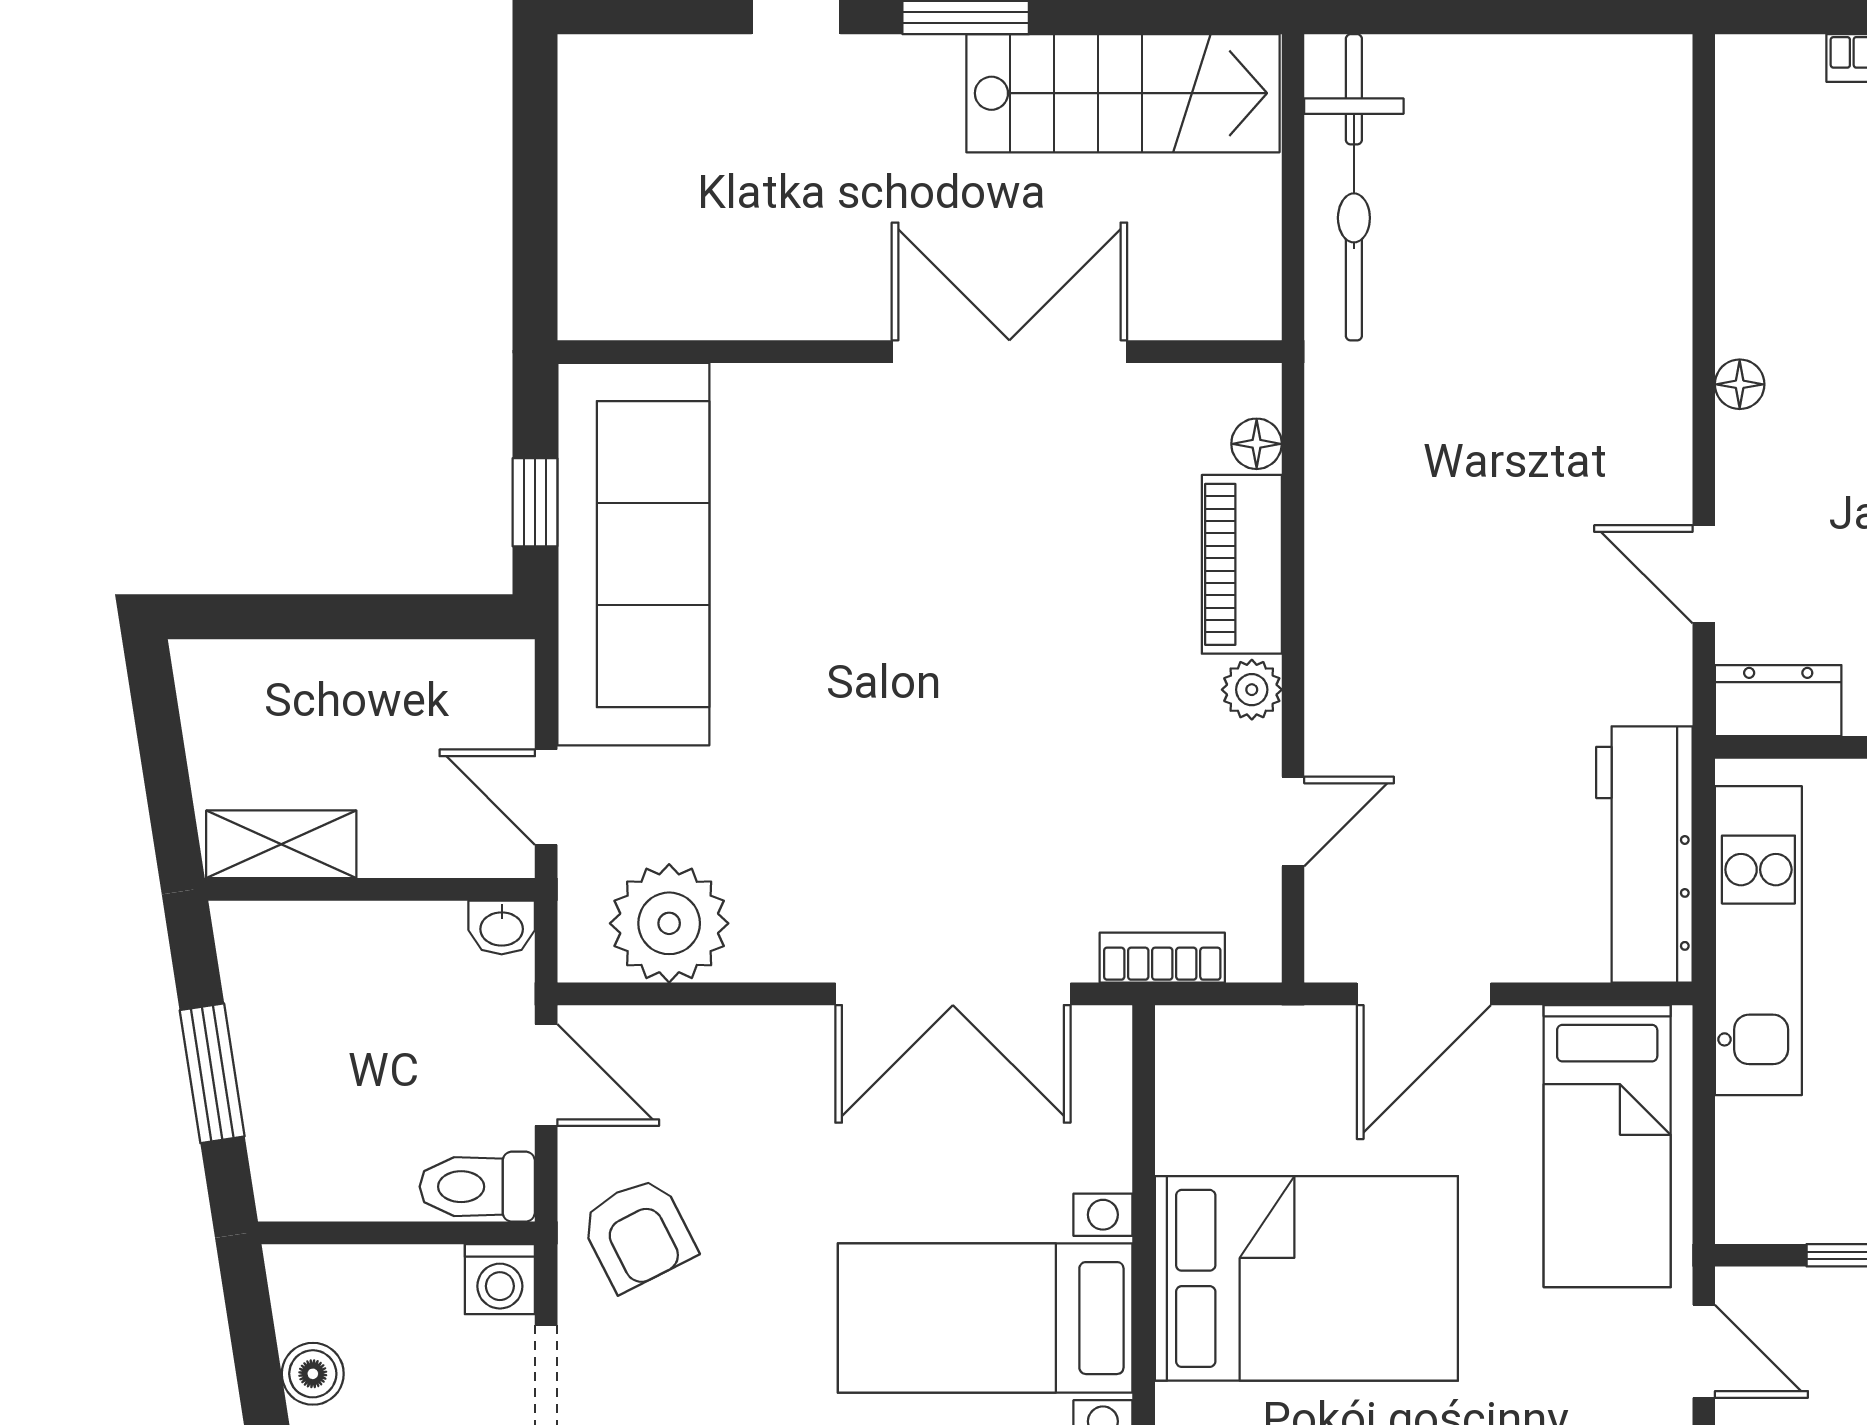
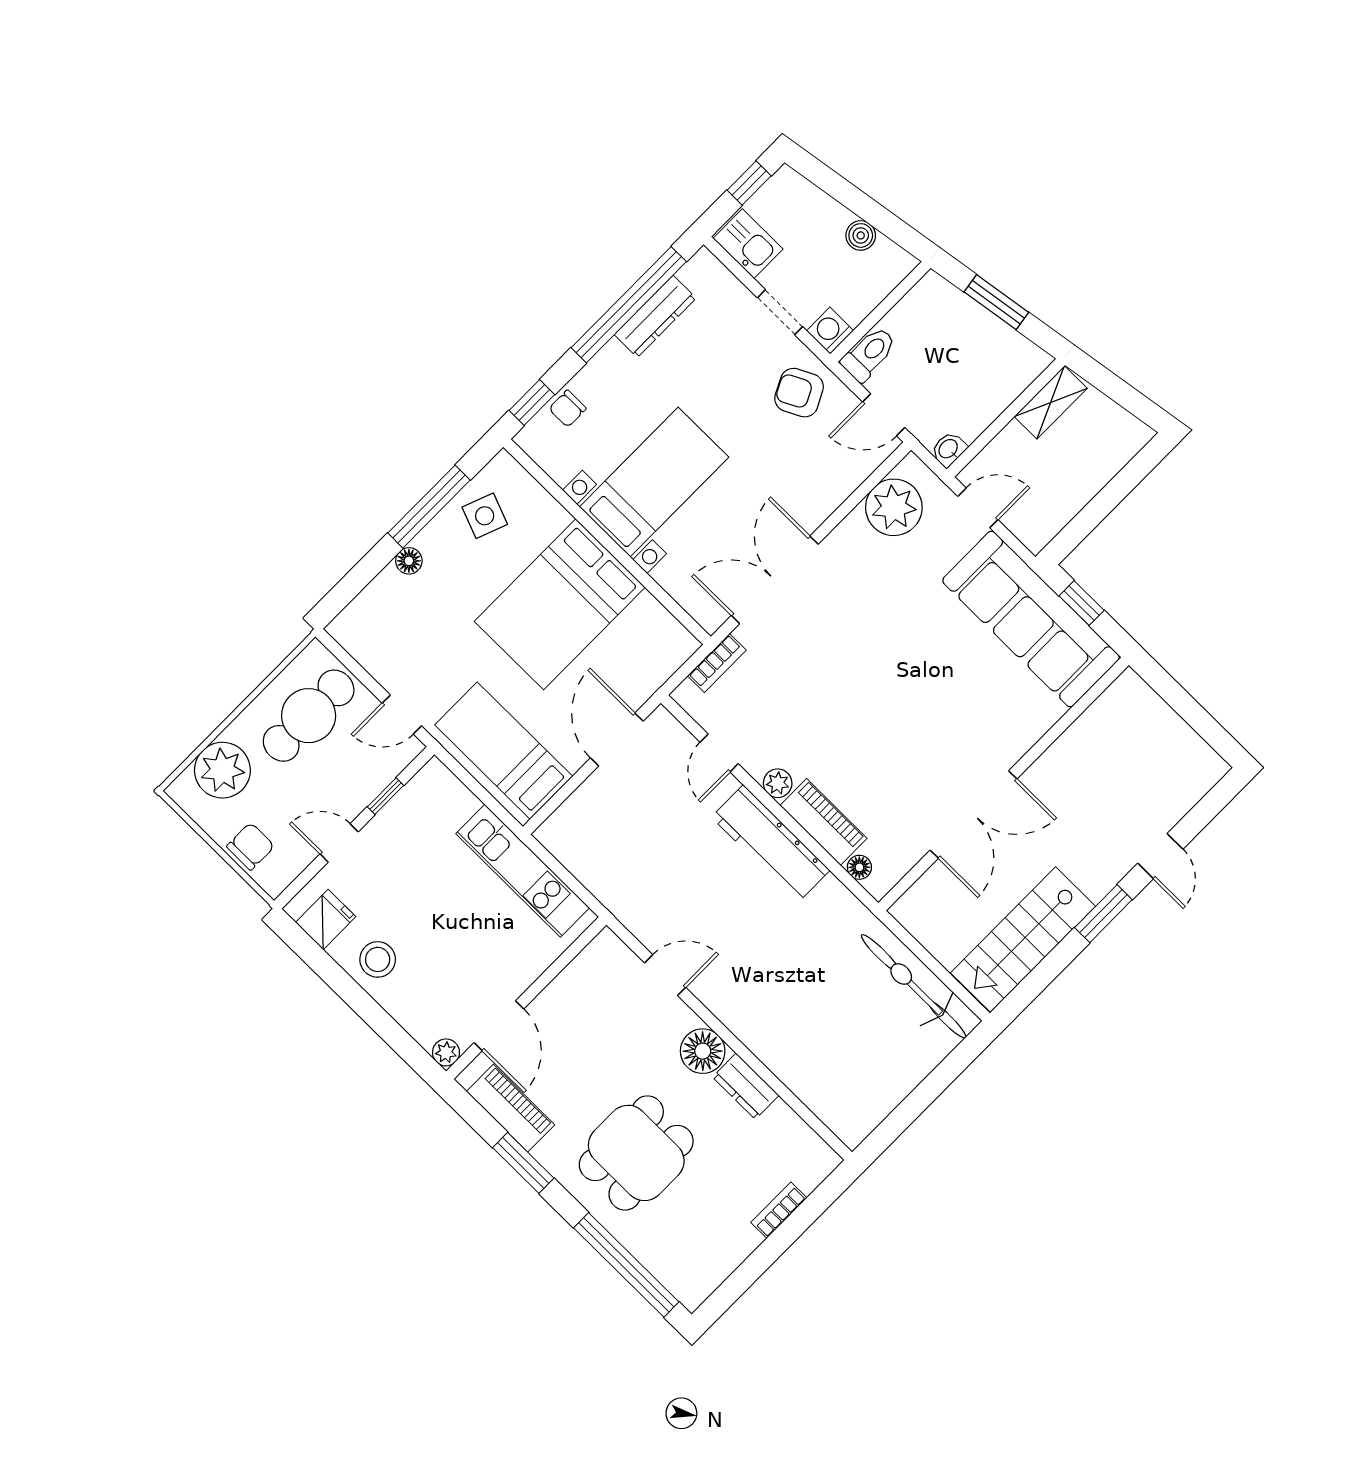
floor lamp: (1740, 384) -> (703, 1051), width x1.89, depth x1.89
dresser: (1778, 701) -> (746, 1086), moved, turned 90
workbench: (1644, 854) -> (771, 844), moved, turned 180

